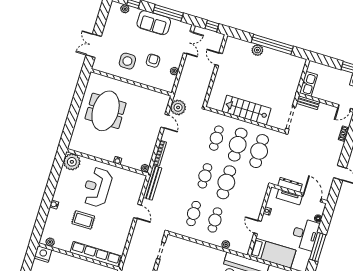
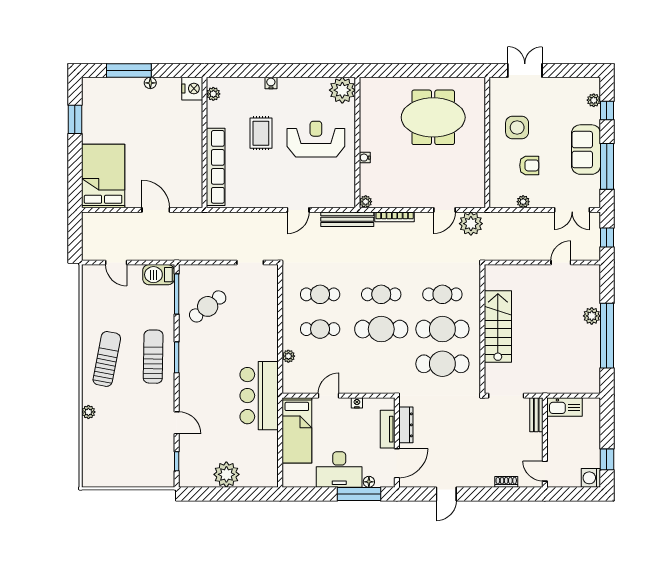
window: (318, 247) -> (359, 494), moved

